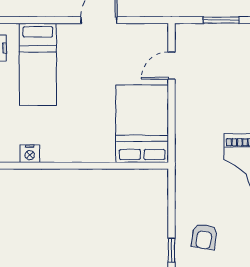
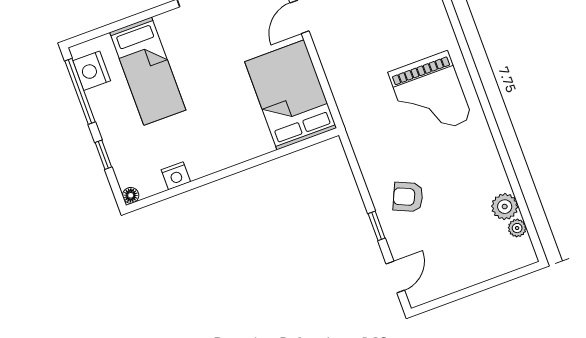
armchair: (204, 237) -> (408, 197), turned 105

